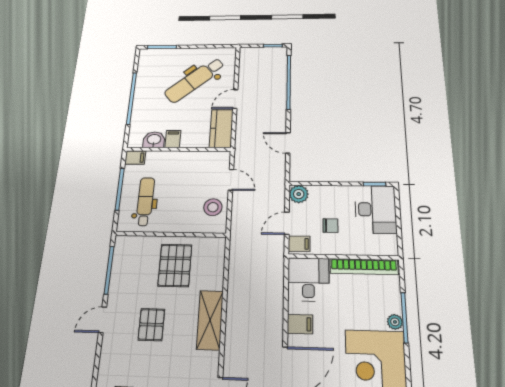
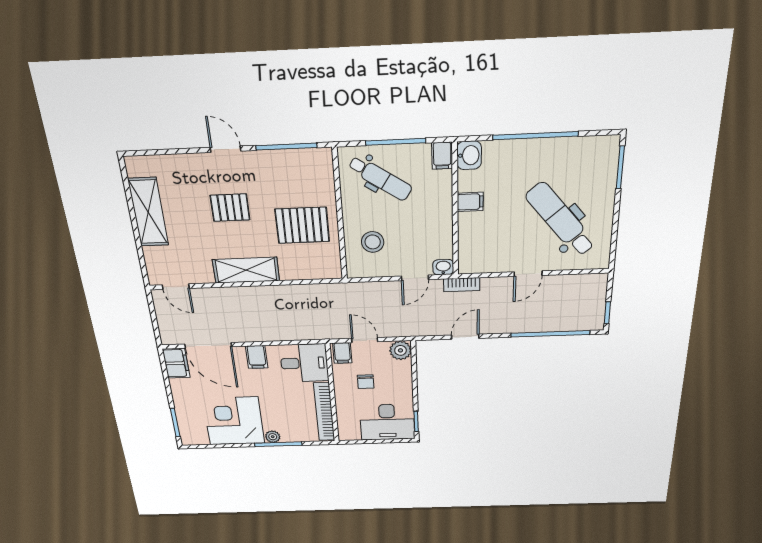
door: (235, 99) -> (528, 274), swing flipped
kitchen counter: (221, 128) -> (485, 261), removed
washbasin: (154, 140) -> (469, 155), moved
bookcase: (240, 145) -> (462, 285), added
washbasin: (224, 158) -> (443, 267), added
dental chair: (145, 201) -> (380, 178), turned 33
stool: (213, 207) -> (373, 242), moved

